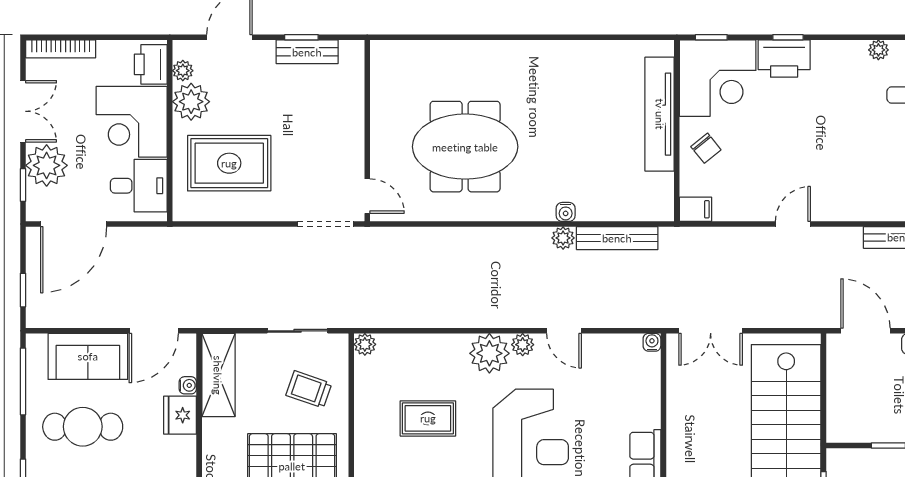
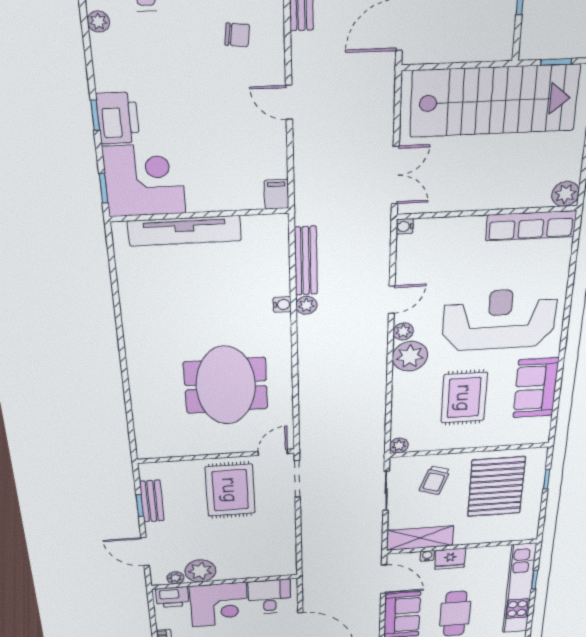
chair: (706, 148) -> (237, 35), moved, turned 45
rug: (229, 163) -> (230, 490), moved
rug: (428, 418) -> (464, 398), width x1.36, depth x1.43

